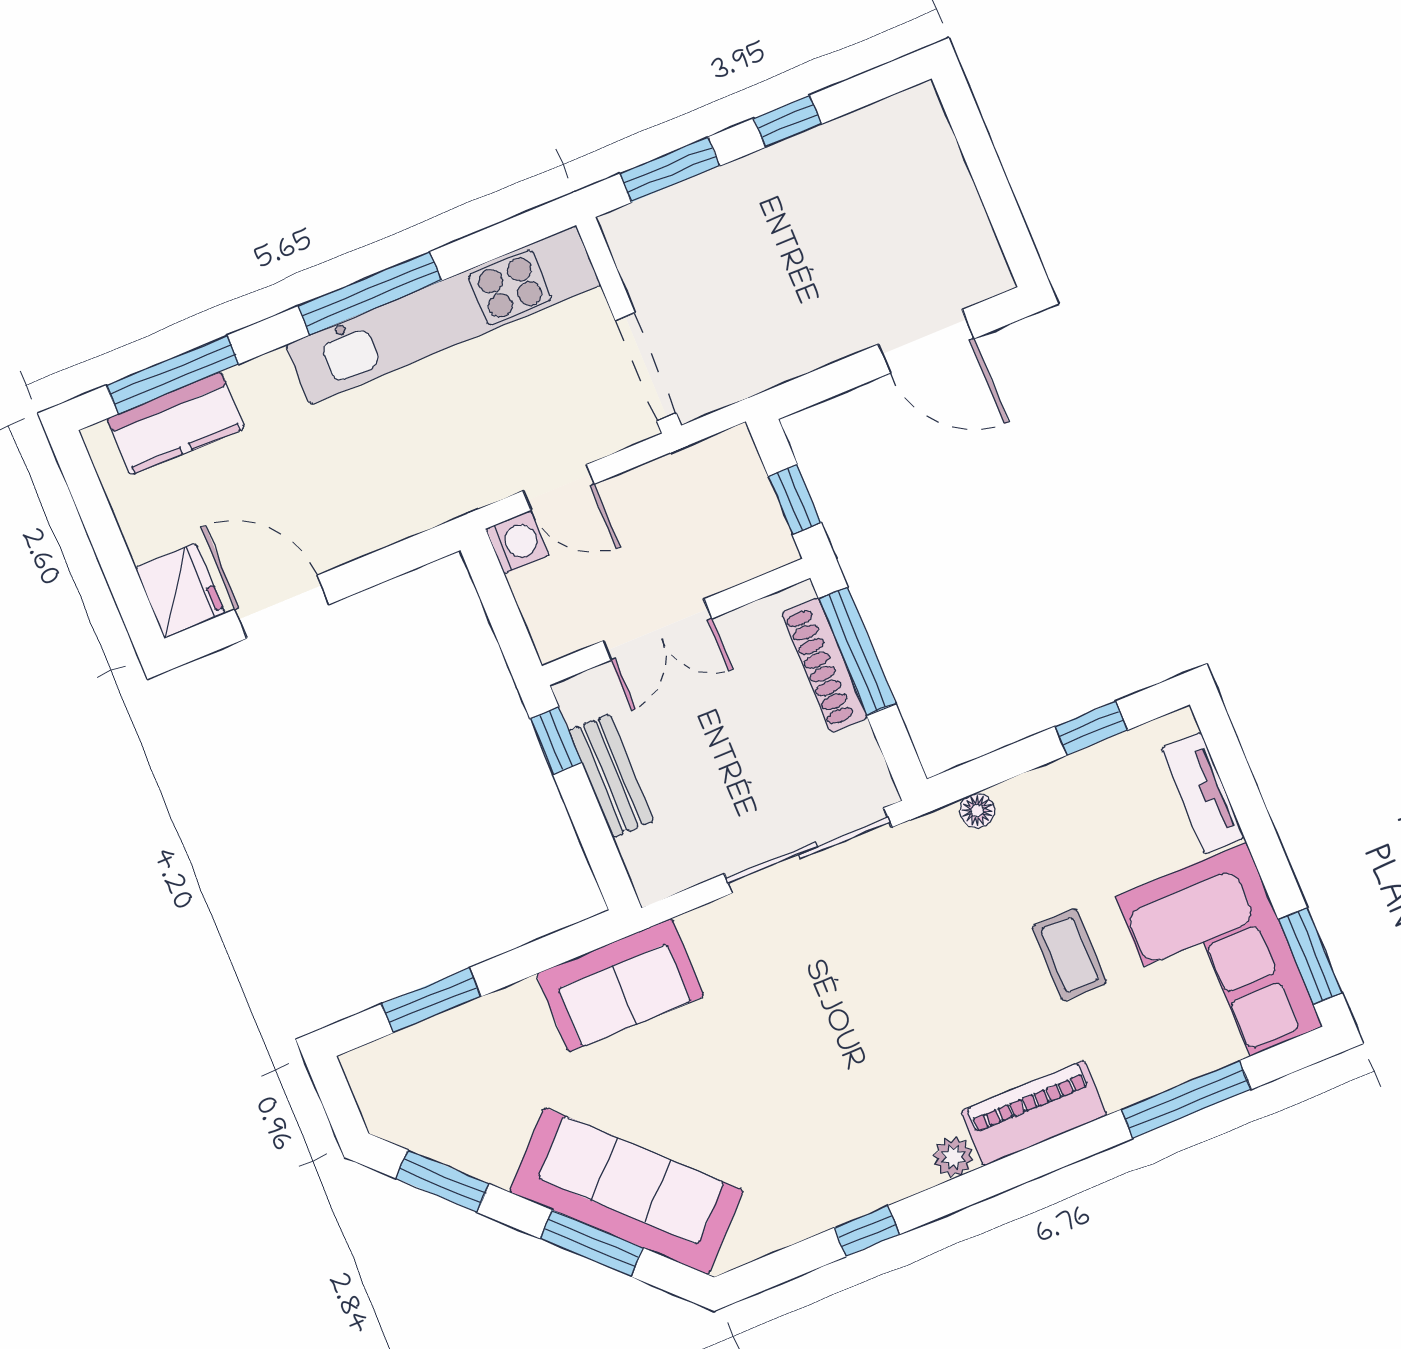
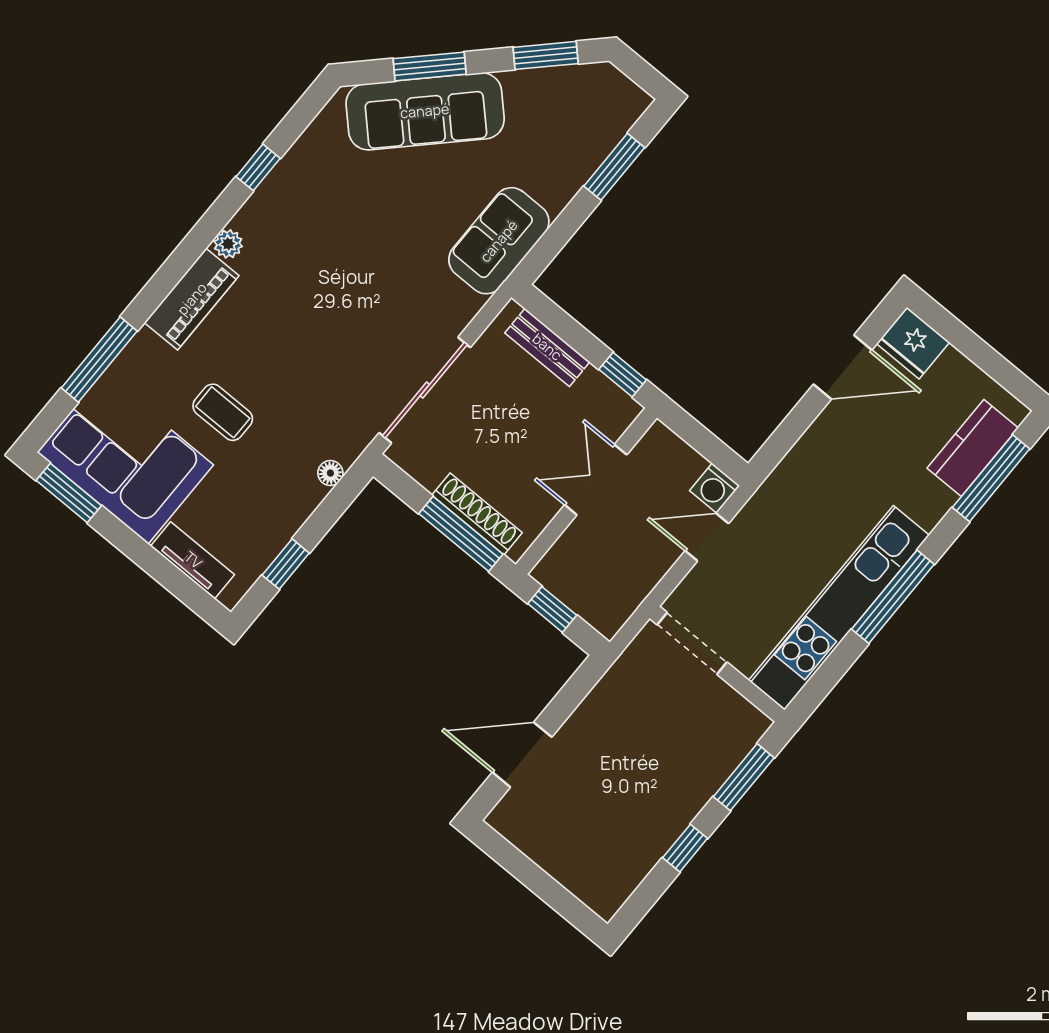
bench: (611, 776) -> (547, 347), moved

